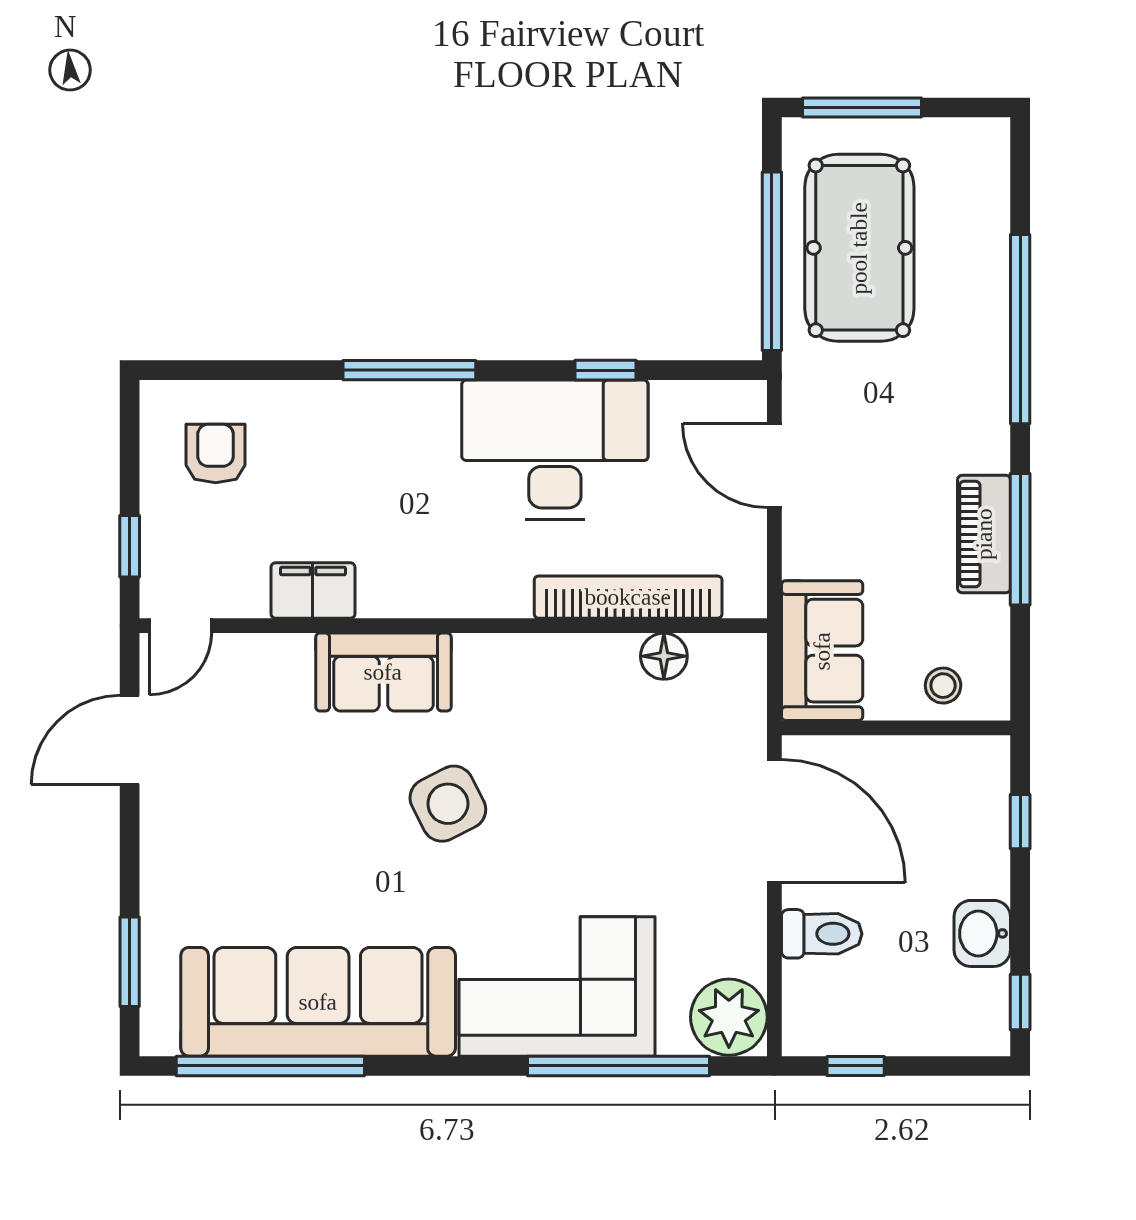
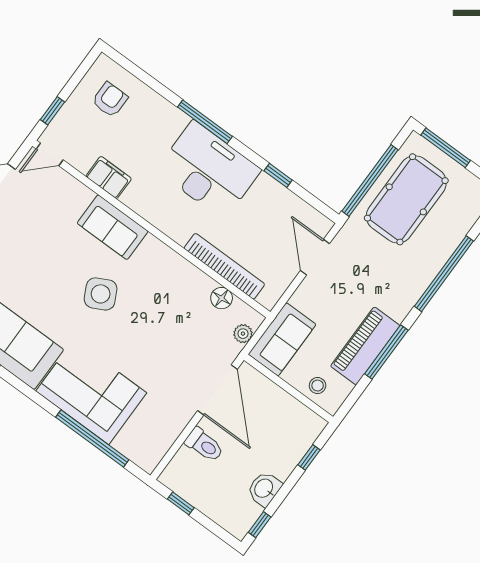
desk: (555, 450) -> (209, 170), moved
piano: (984, 534) -> (365, 346), width x1.37, depth x1.33
plant: (729, 1017) -> (243, 334), moved, width x0.53, depth x0.53

